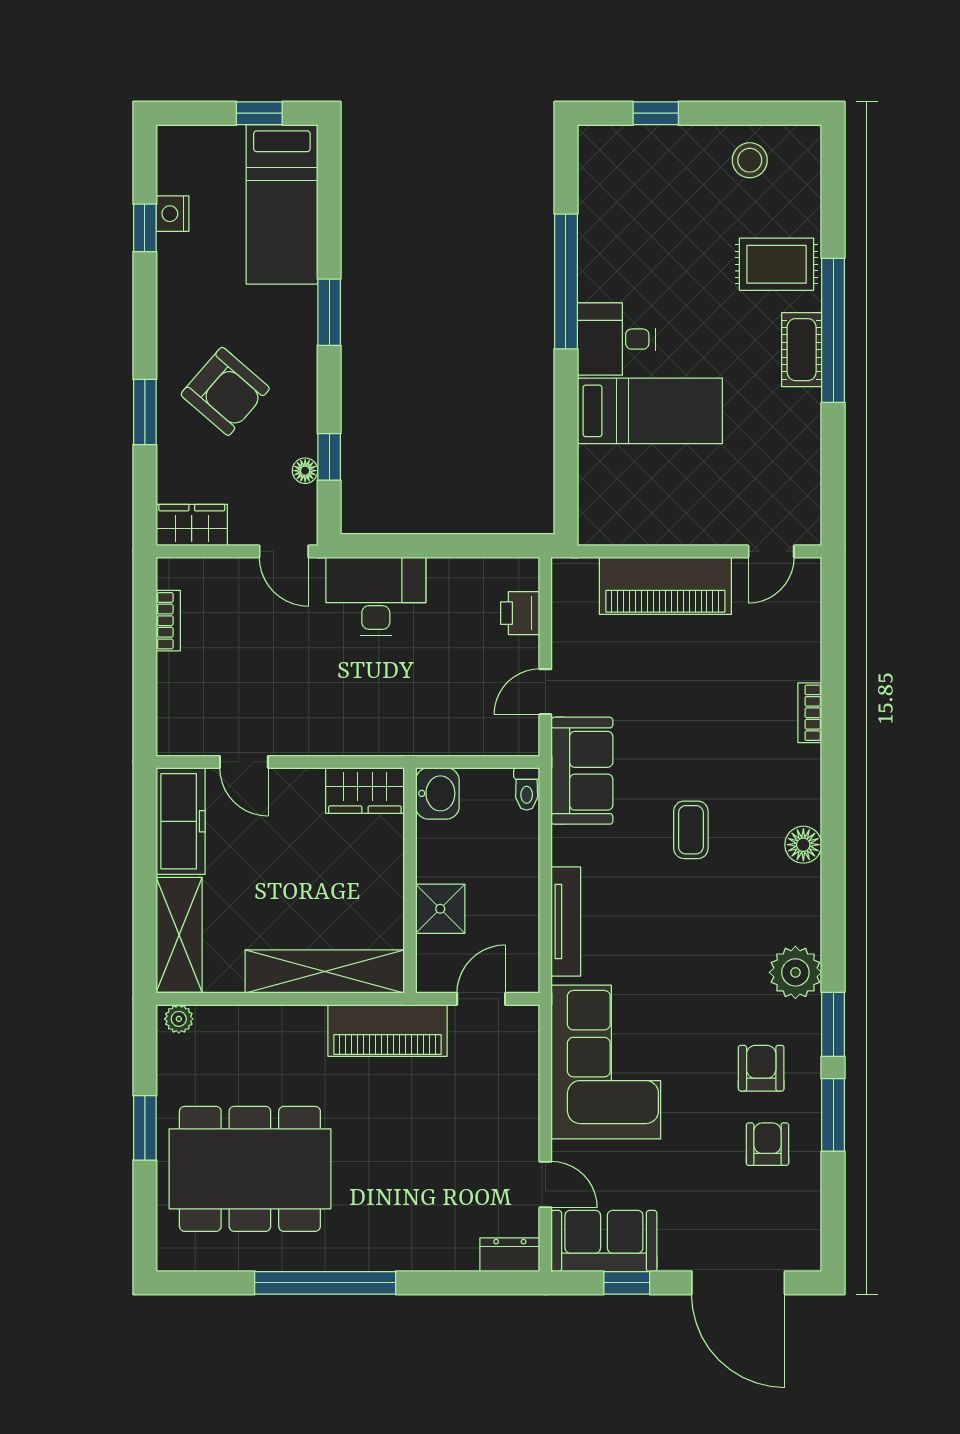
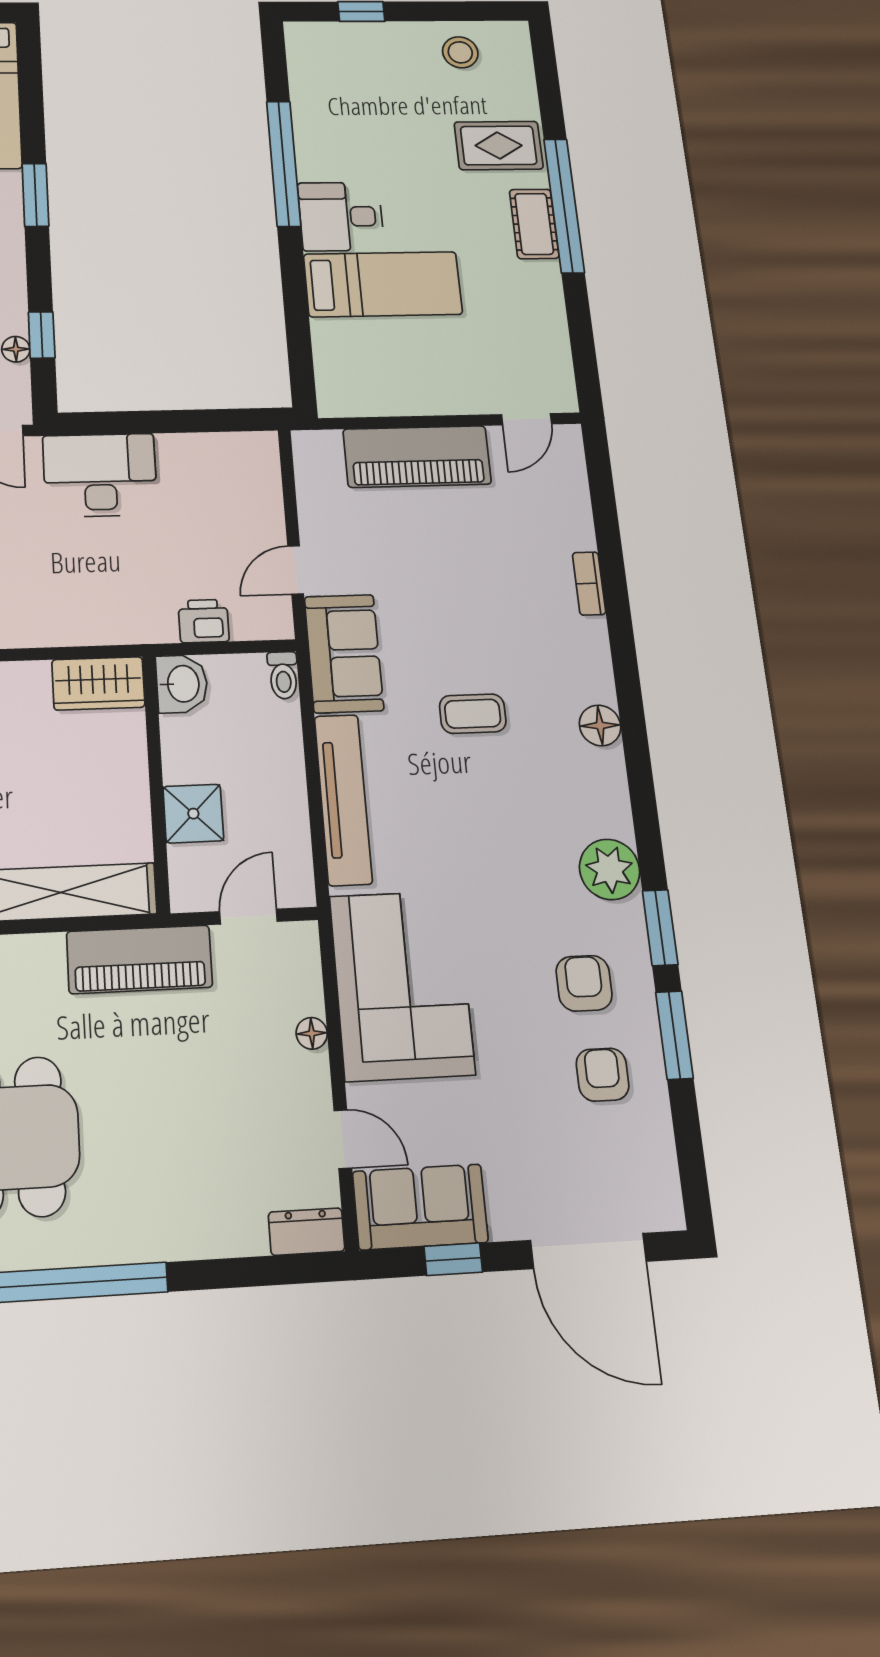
printer: (520, 613) -> (204, 621), moved, turned 90
coffee table: (691, 830) -> (473, 714), turned 90
tv unit: (566, 921) -> (343, 799), width x1.36, depth x1.29
floor lamp: (527, 1098) -> (312, 1033), added

